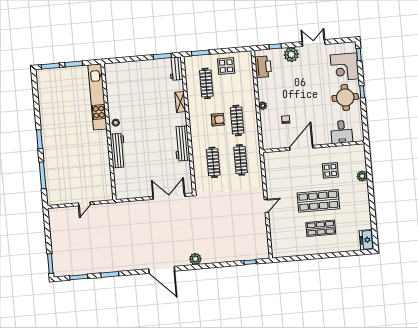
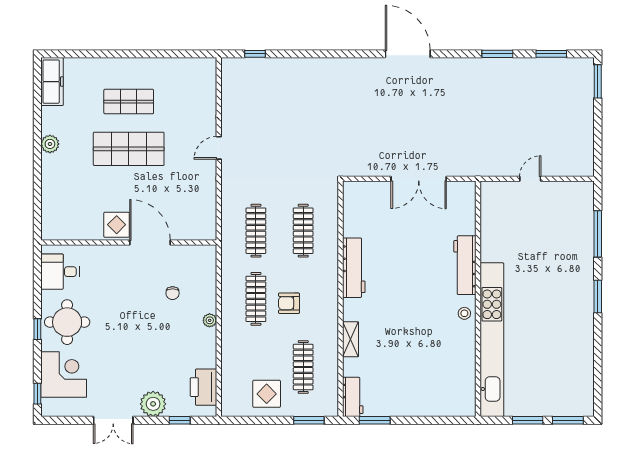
kitchen unit: (97, 97) -> (492, 340), width x1.36
desk: (342, 132) -> (60, 272), moved, turned -90
door: (301, 148) -> (150, 242), swing flipped
display table: (330, 170) -> (117, 225), moved
plant: (362, 176) -> (50, 144), moved
double door: (169, 196) -> (419, 179), moved
freezer: (366, 240) -> (52, 82), width x1.40
plant: (195, 259) -> (348, 68), removed

